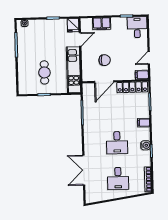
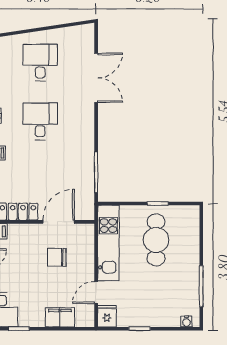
cafe table: (44, 72) -> (156, 240), width x1.37, depth x1.35

